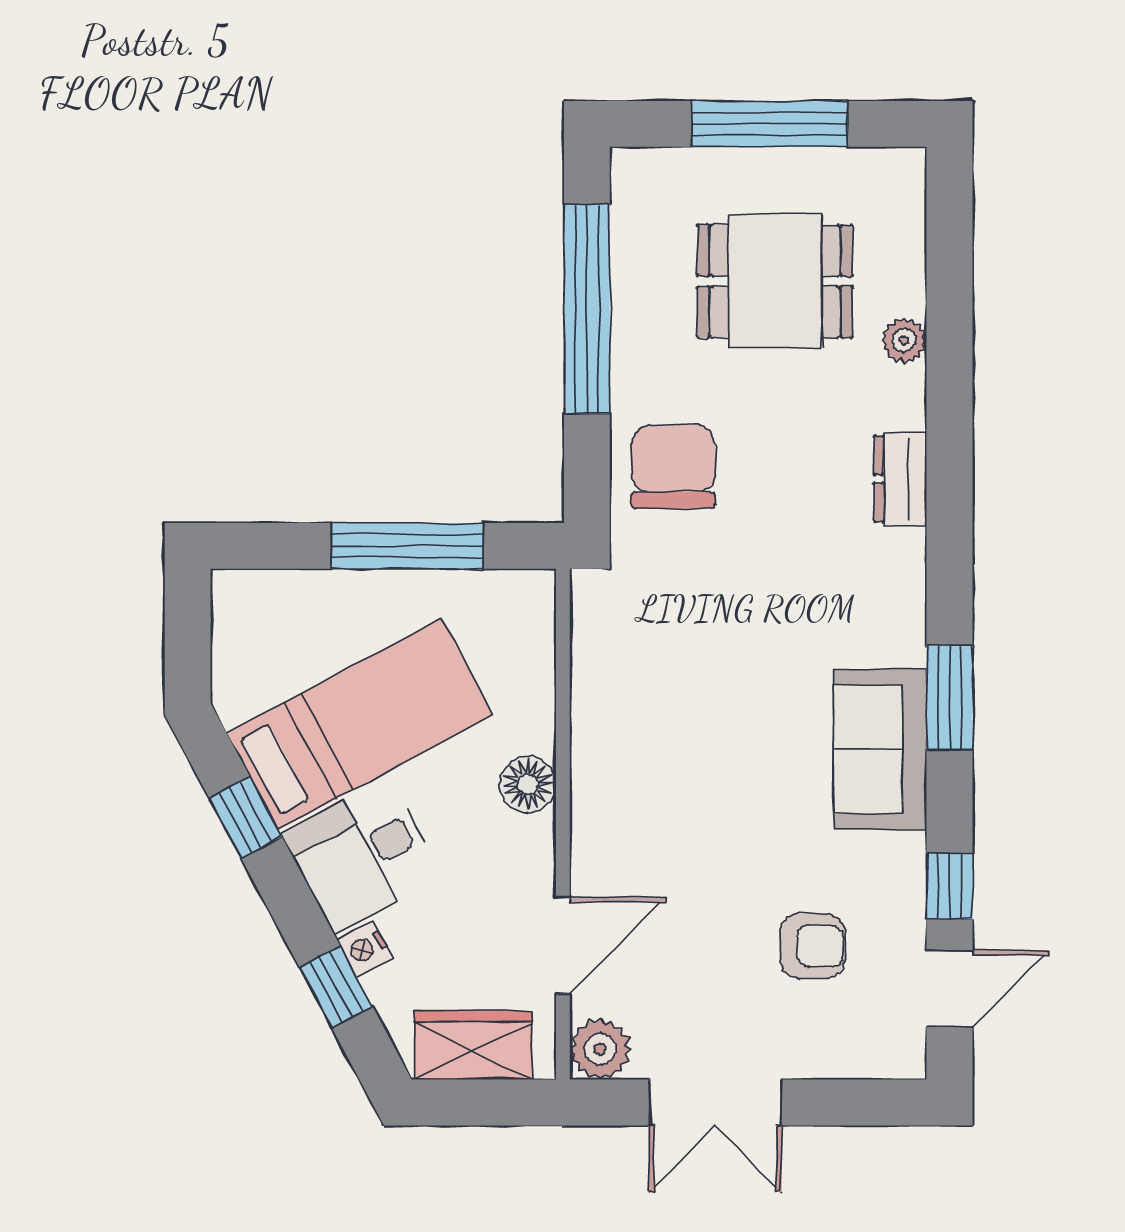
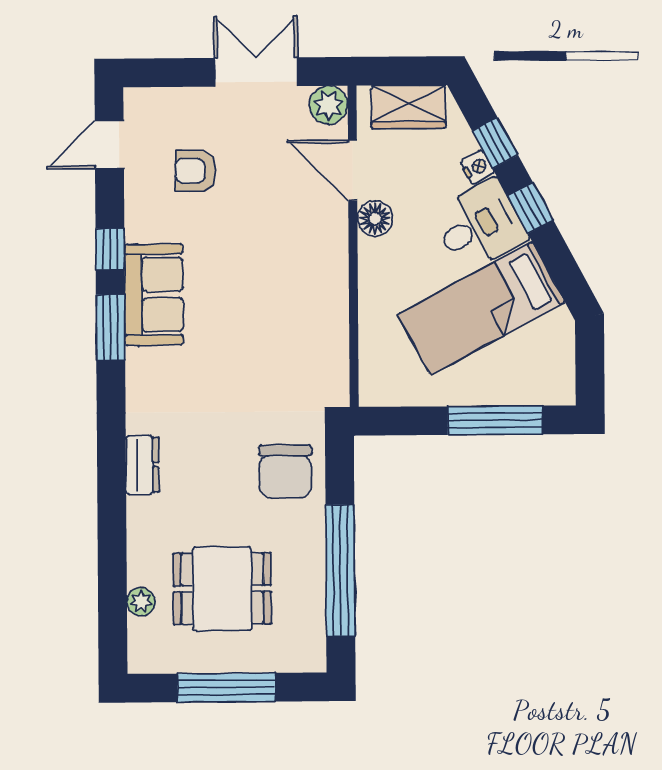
plant: (904, 340) -> (141, 602), moved
window: (407, 546) -> (495, 420), moved
floor lamp: (528, 784) -> (375, 219), moved
window: (246, 818) -> (530, 208), moved
window: (950, 886) -> (110, 249), moved
door: (563, 945) -> (353, 170), hinge flipped

